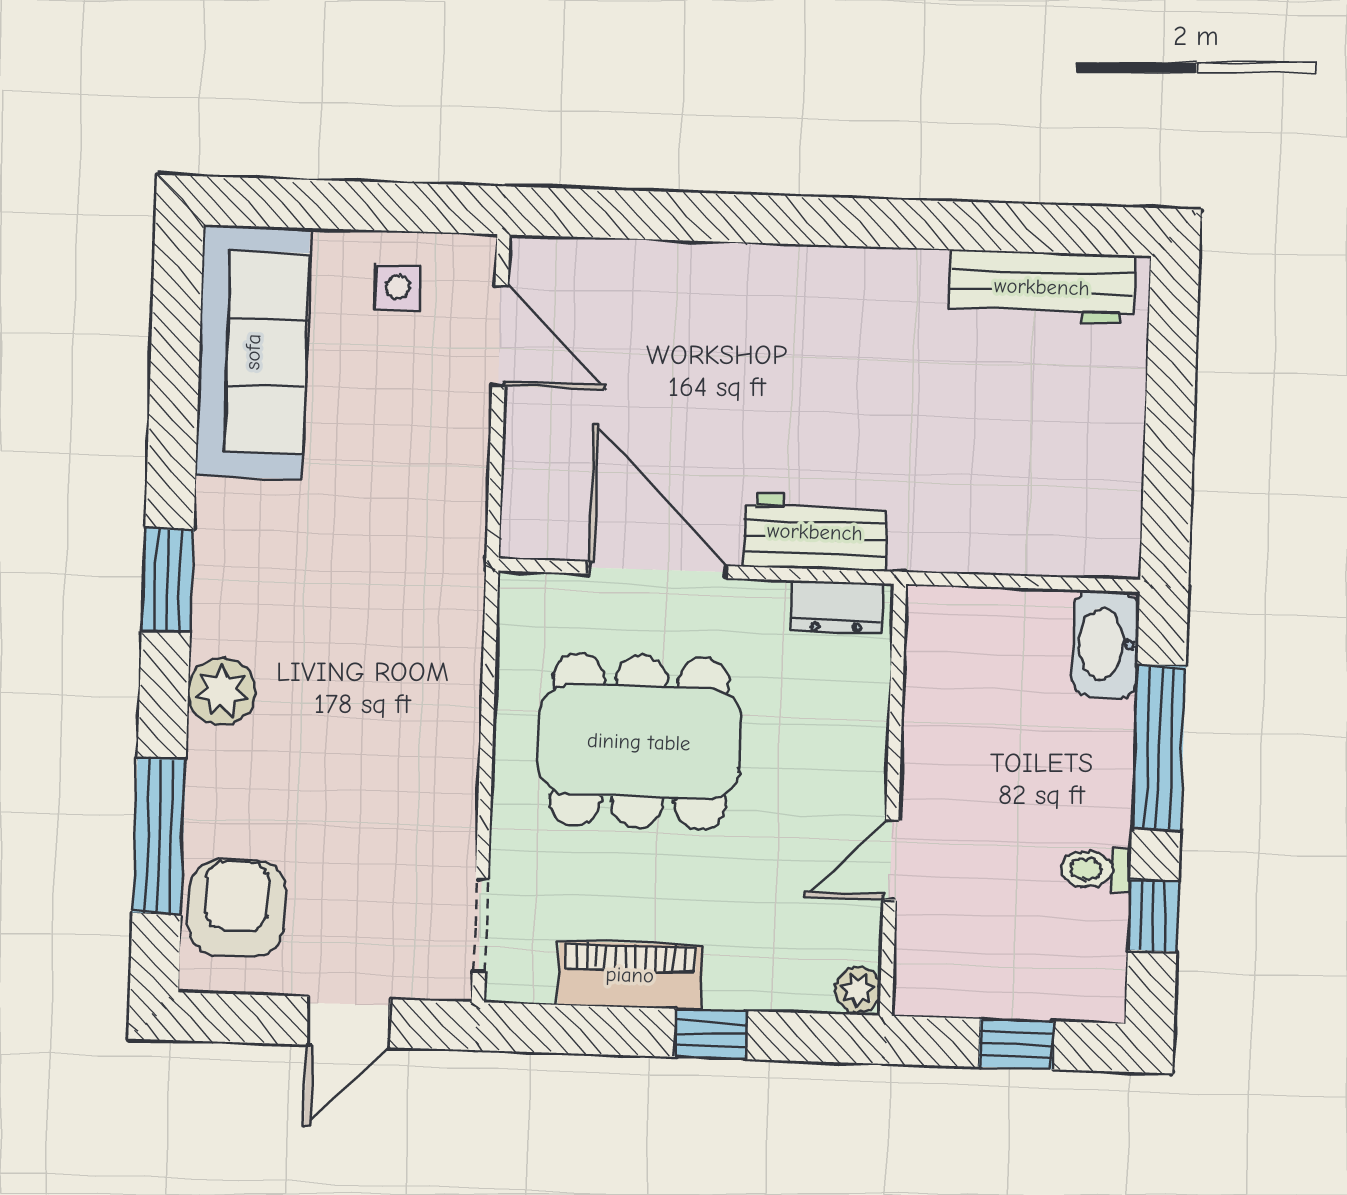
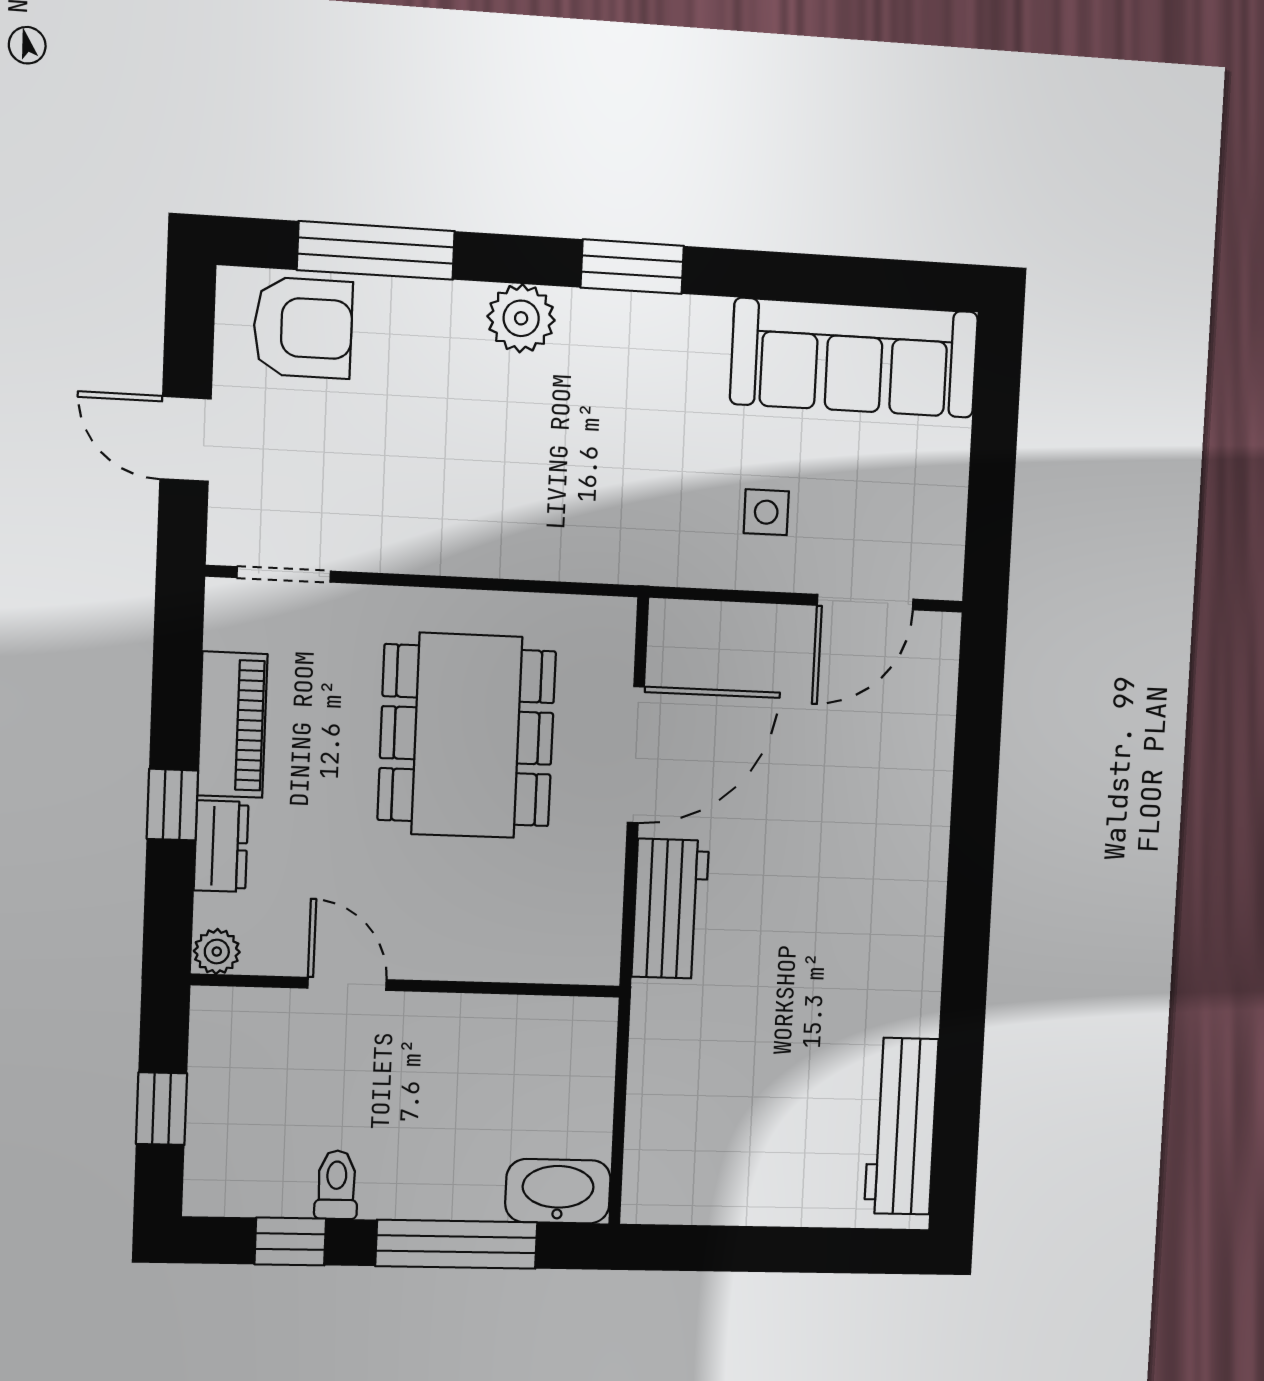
side table: (398, 287) -> (766, 512), moved
dresser: (837, 607) -> (221, 846), moved, turned 180

